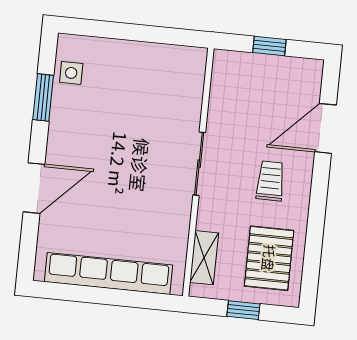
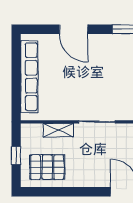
trolley: (270, 181) -> (91, 163), removed
shelving: (204, 258) -> (58, 130), moved

